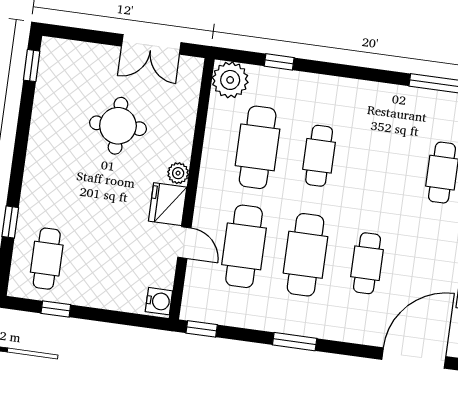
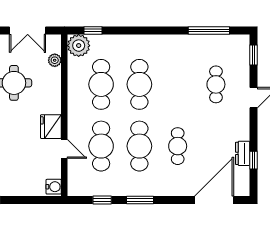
window: (279, 62) -> (93, 30), moved
cafe table: (319, 156) -> (139, 84), width x1.37, depth x1.35
plant: (178, 173) -> (55, 60), moved
window: (202, 329) -> (102, 200), moved

